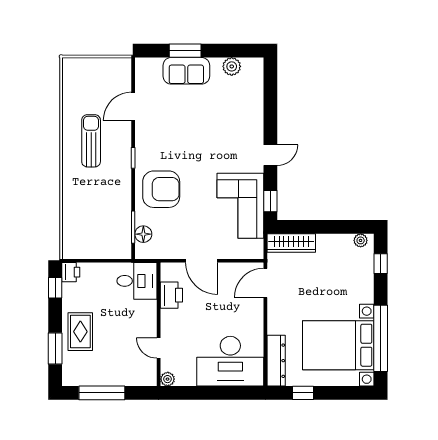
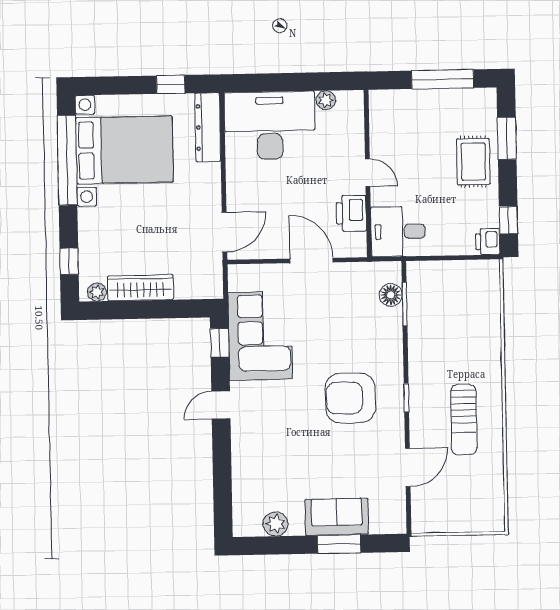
armchair: (161, 189) -> (350, 398), moved
wardrobe: (291, 243) -> (141, 288), moved
door: (159, 348) -> (368, 173), moved
plant: (168, 379) -> (326, 100), moved

